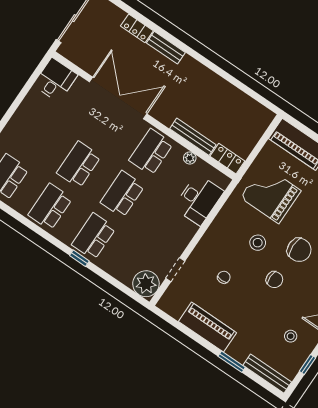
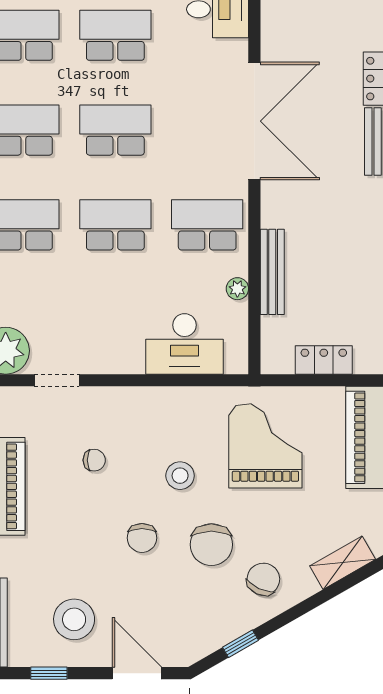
school desk: (35, 135) -> (115, 35), added
locker: (227, 159) -> (324, 360), moved, turned -90
stool: (291, 336) -> (74, 619), width x1.89, depth x1.89

